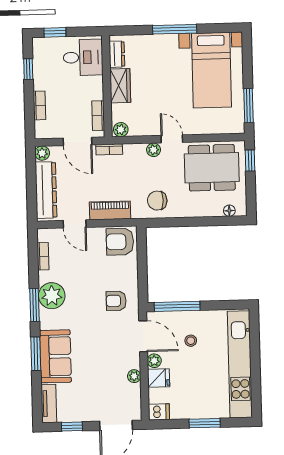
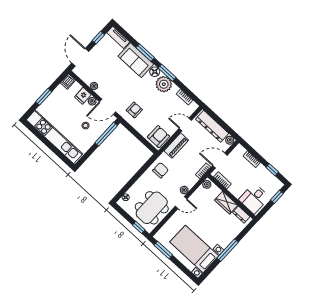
floor lamp: (47, 321) -> (155, 72), added

